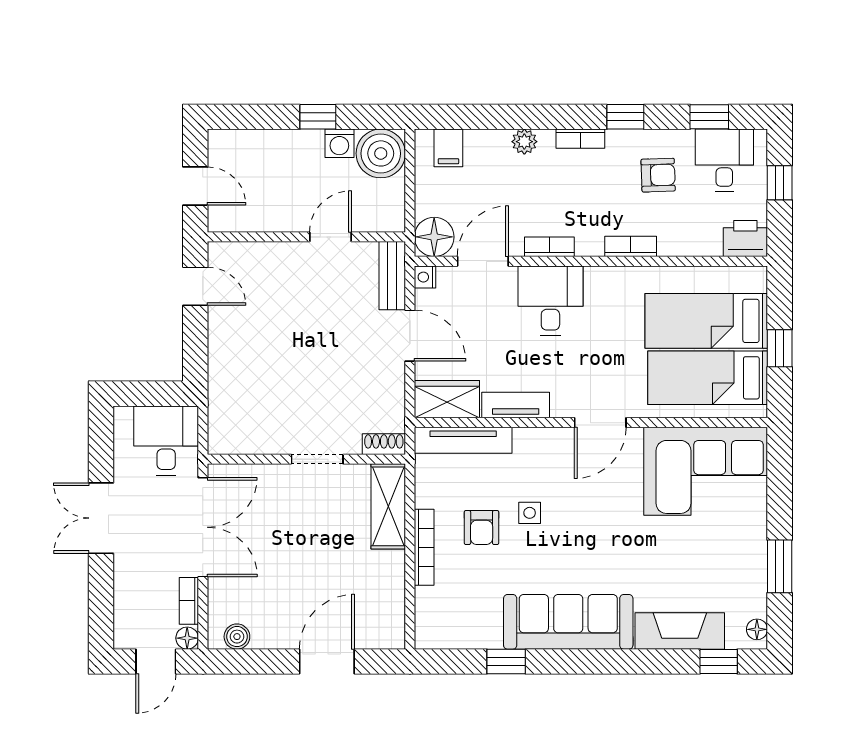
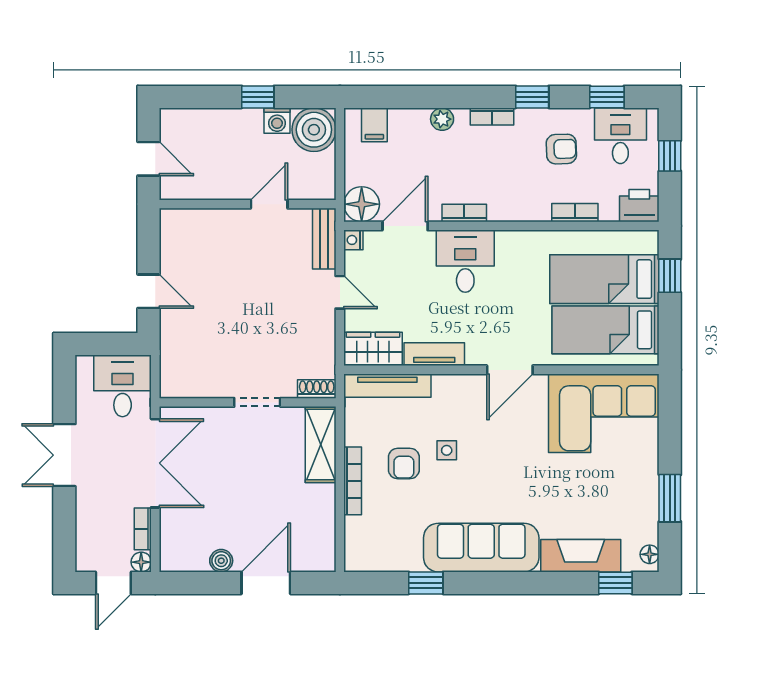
bookcase: (631, 246) -> (575, 213), moved
door: (195, 286) -> (149, 291), moved
door: (410, 336) -> (340, 292), width x0.73
window: (780, 348) -> (670, 276), moved
boiler: (237, 637) -> (221, 561), moved

